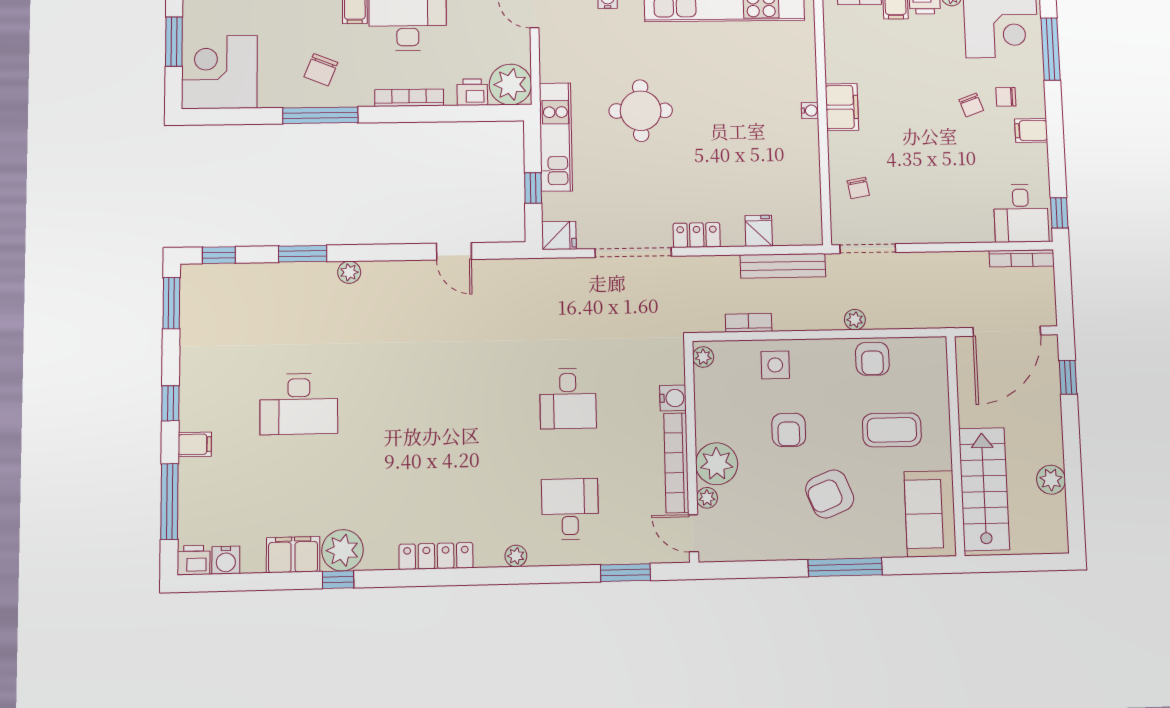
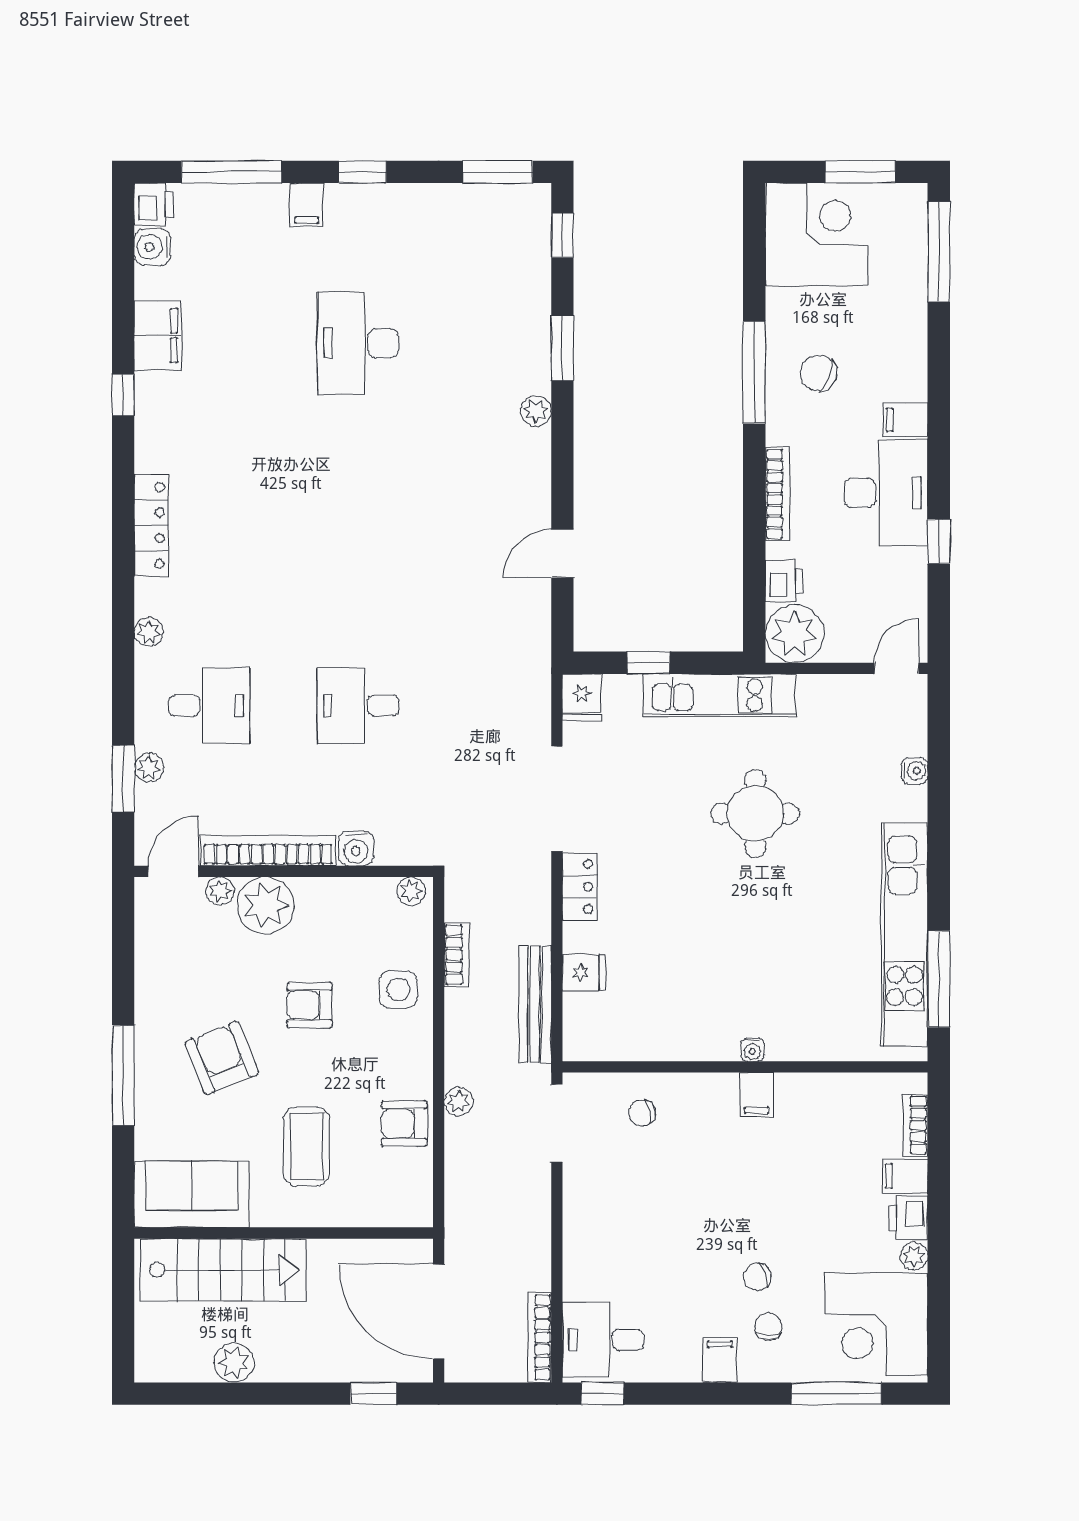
filing cabinet: (842, 107) -> (757, 1095), width x0.50
plant: (342, 550) -> (149, 768), moved, width x0.53, depth x0.53

